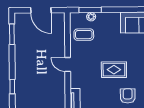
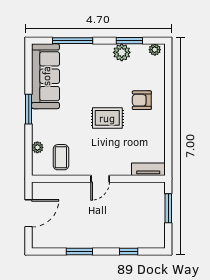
window: (90, 10) -> (29, 109), moved
window: (12, 34) -> (79, 252), moved
rug: (114, 70) -> (107, 118), turned 90

